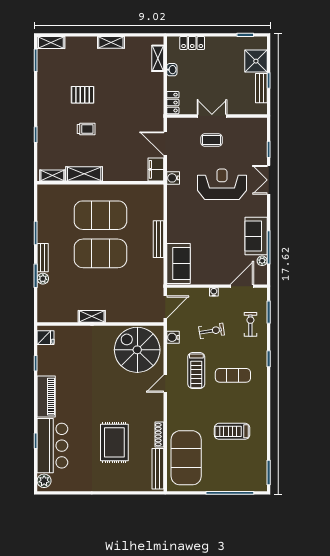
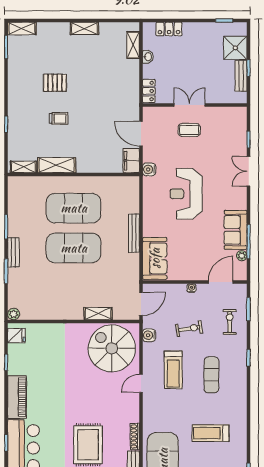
reception desk: (222, 184) -> (186, 194), moved, turned -90
plant: (43, 279) -> (14, 314), moved
shelving: (92, 316) -> (98, 314), moved
exercise mat: (233, 375) -> (211, 375), turned 90

